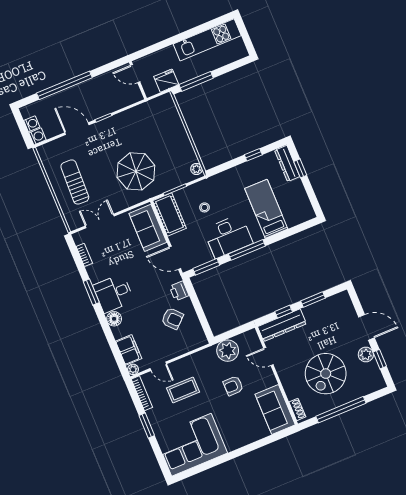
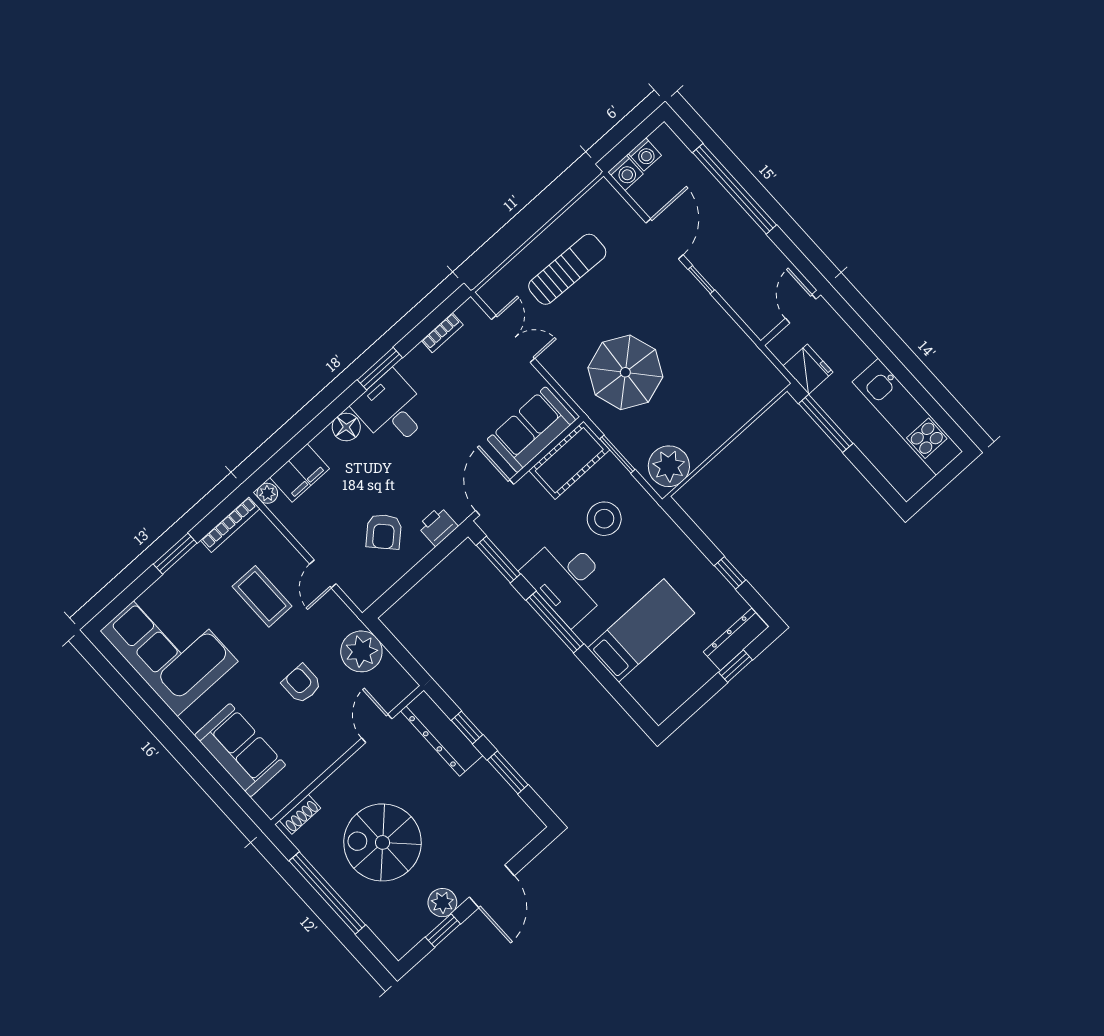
plant: (196, 169) -> (669, 466), width x1.88, depth x1.88
stool: (205, 207) -> (604, 519), width x1.89, depth x1.89
door: (158, 366) -> (323, 574), moved
sofa: (275, 409) -> (240, 750), moved, turned 90

